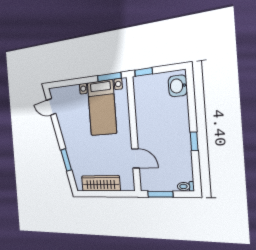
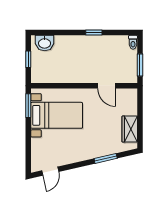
window: (144, 72) -> (28, 59), moved
door: (136, 158) -> (107, 86), swing flipped
wardrobe: (101, 183) -> (130, 129), width x0.67

